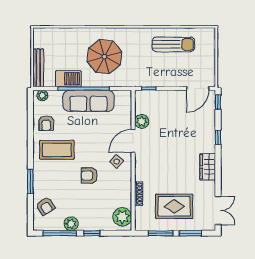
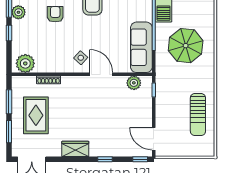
sofa: (88, 101) -> (141, 47), moved
plant: (142, 121) -> (134, 83), moved
armchair: (89, 176) -> (55, 14), moved

